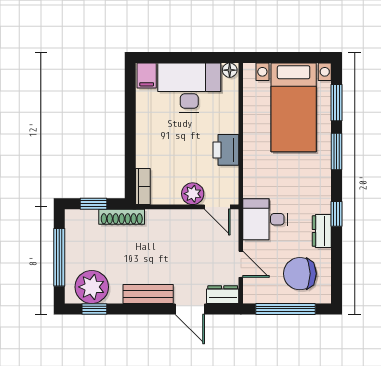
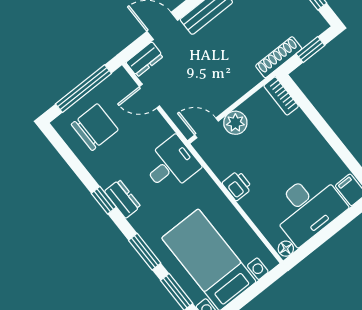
printer: (226, 150) -> (237, 185), width x0.73, depth x0.81
desk: (265, 219) -> (171, 165), moved
dresser: (322, 231) -> (123, 199), moved

